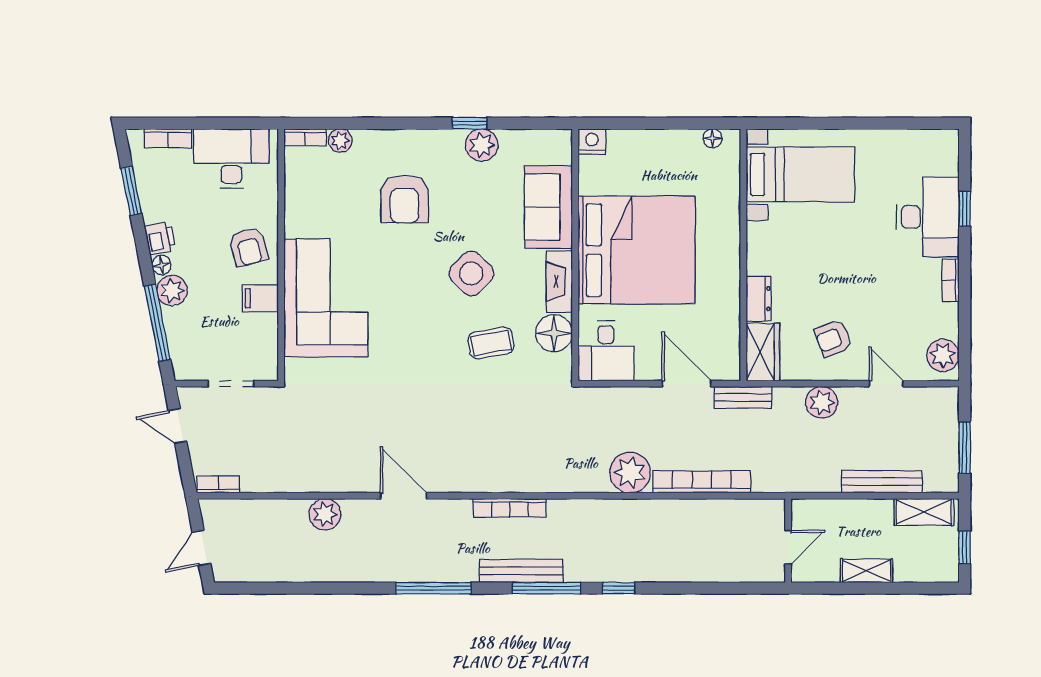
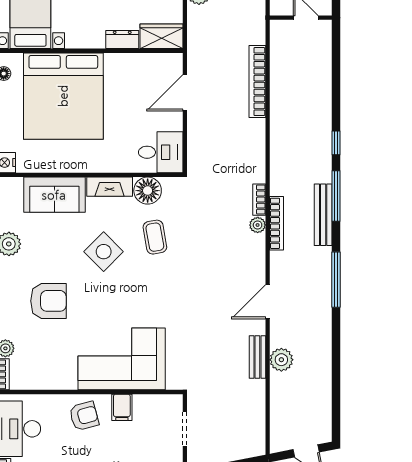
bed: (637, 250) -> (63, 96), moved, turned 180
bench: (743, 397) -> (257, 357), moved
plant: (630, 473) -> (258, 225), moved, width x0.53, depth x0.53
bookcase: (218, 484) -> (259, 200), moved

